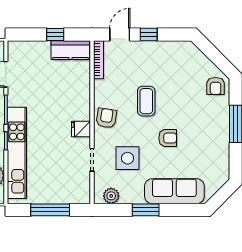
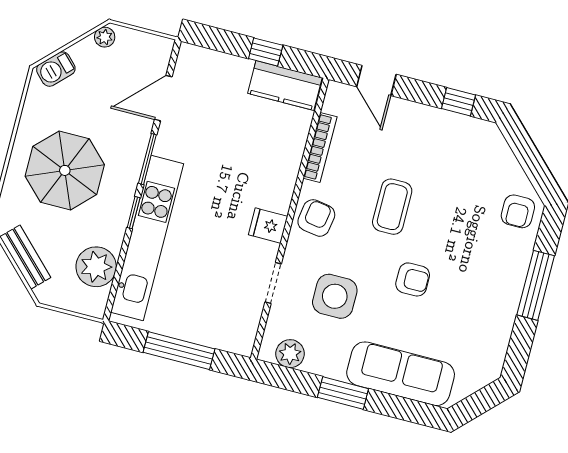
door: (120, 34) -> (376, 81), swing flipped
window: (149, 34) -> (459, 102), moved
bookcase: (98, 60) -> (320, 147), moved

